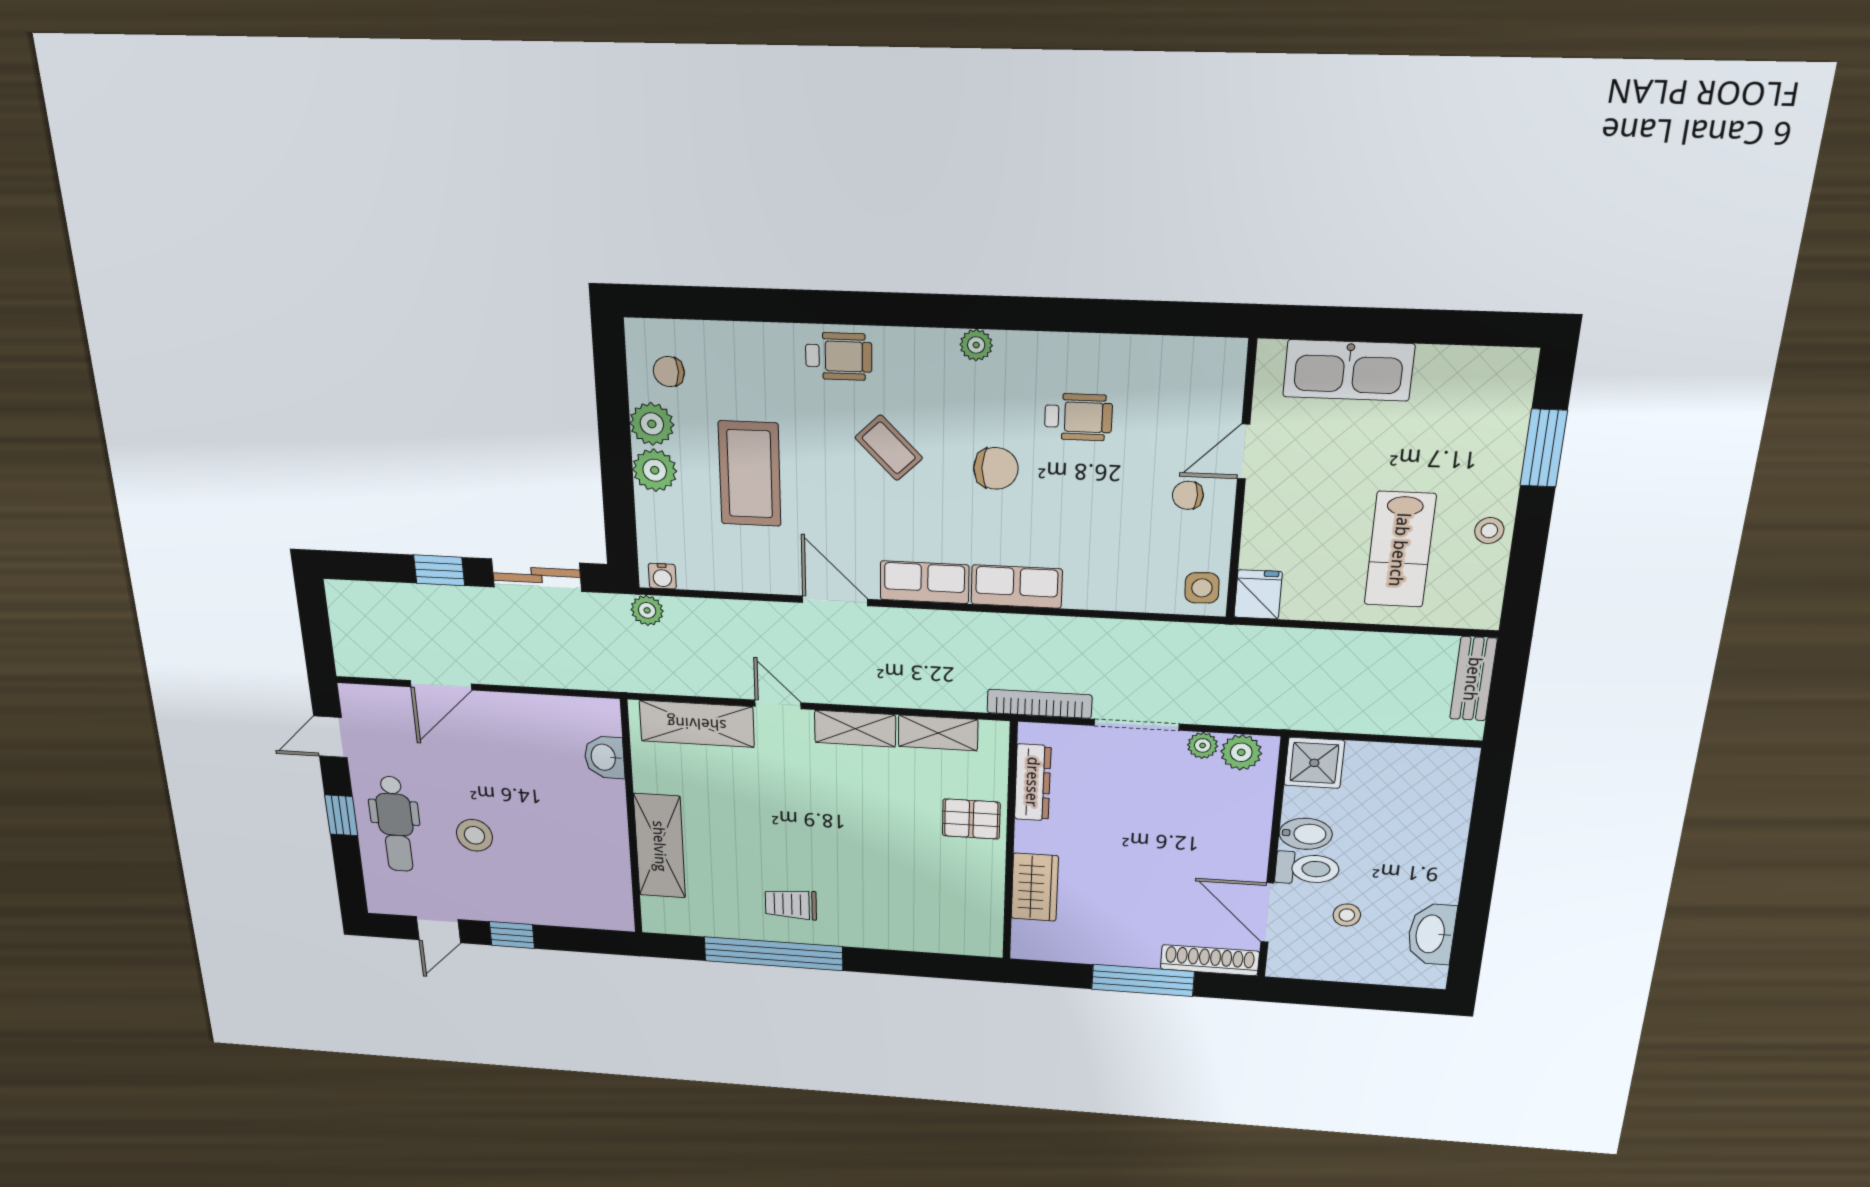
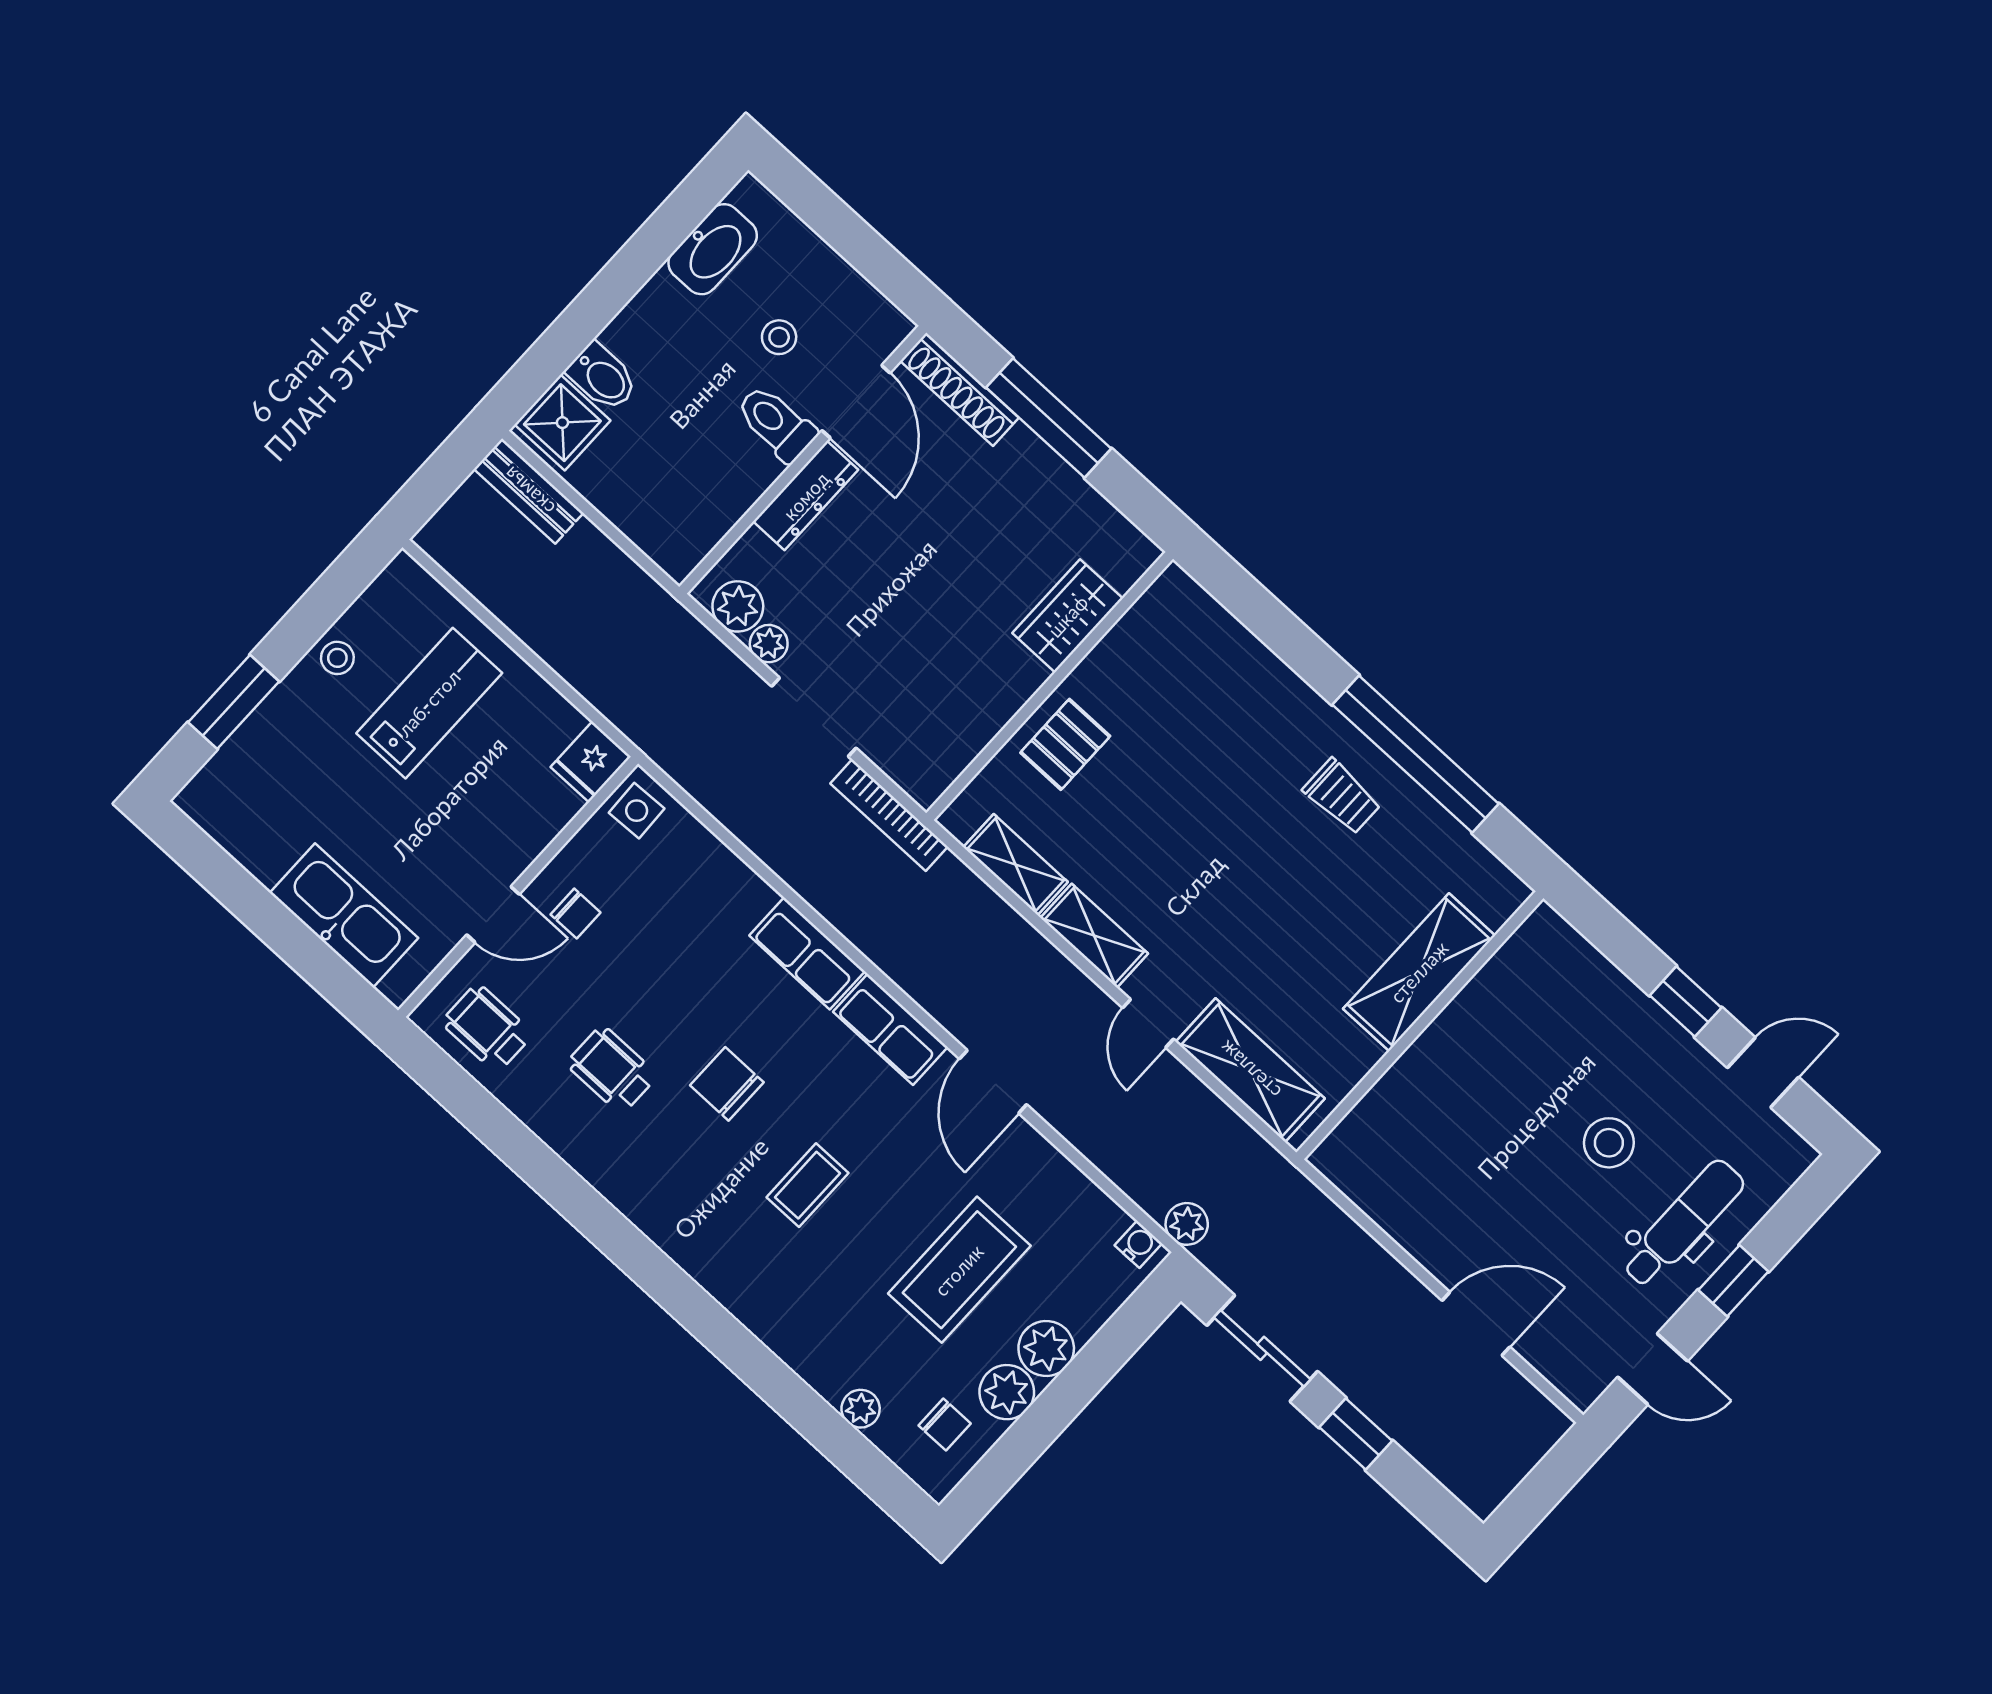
plant: (976, 345) -> (861, 1409), moved
wheelchair: (839, 356) -> (487, 1028), moved
coffee table: (889, 448) -> (807, 1185), turned 44
bench: (1473, 679) -> (529, 491), moved, turned 90
washbasin: (604, 757) -> (1381, 1113), removed
shower: (1314, 763) -> (562, 423), moved
dresser: (1033, 782) -> (806, 496), moved, turned 180
pallet: (971, 819) -> (1065, 744), turned 90
bidet: (1306, 834) -> (602, 377), moved, turned 180

